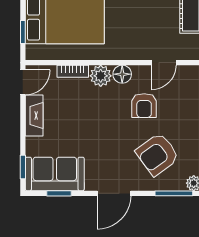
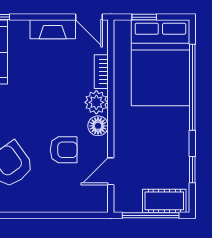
door: (164, 63) -> (111, 171), hinge flipped
armchair: (144, 106) -> (64, 150), turned 180

